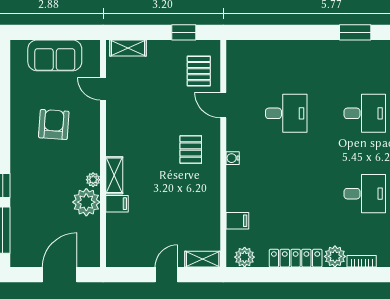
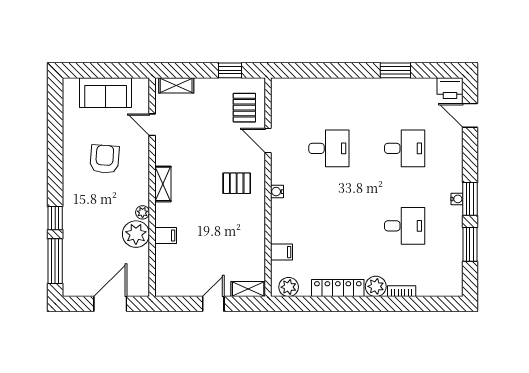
pallet: (191, 149) -> (237, 183), turned 90
shelving: (114, 175) -> (163, 184), moved

